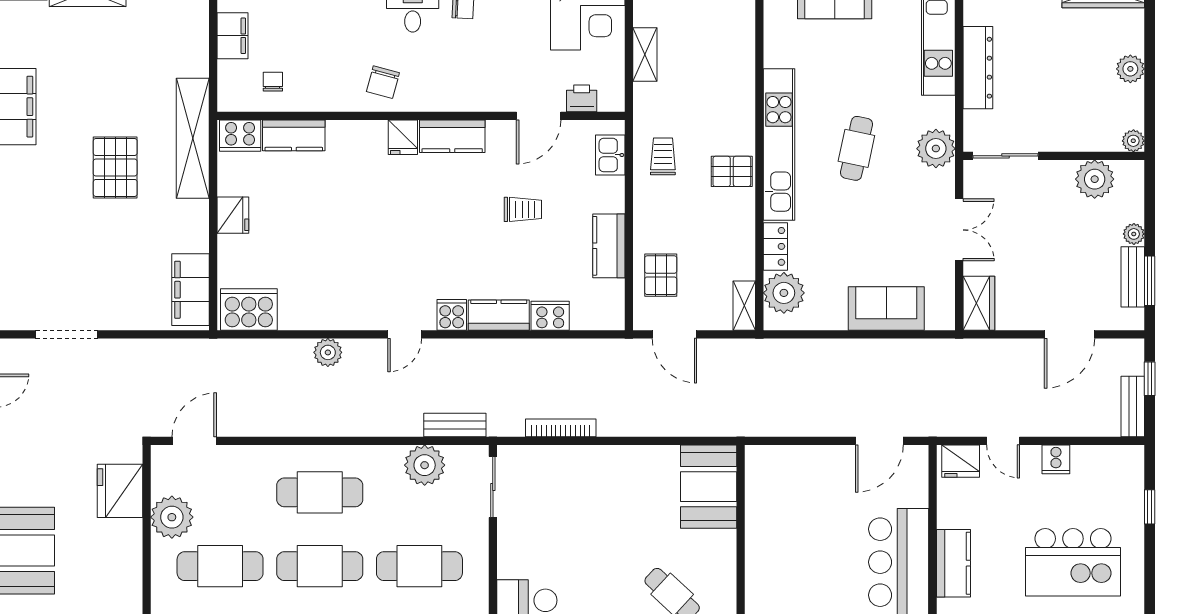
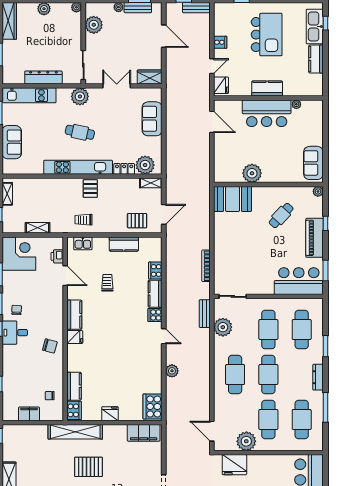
plant: (766, 530) -> (252, 173), added

